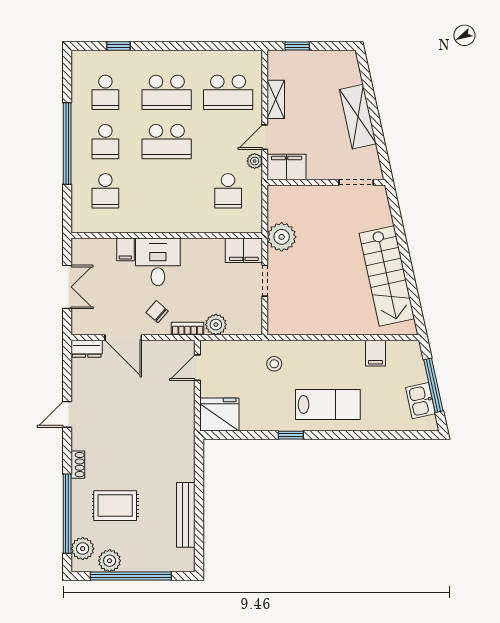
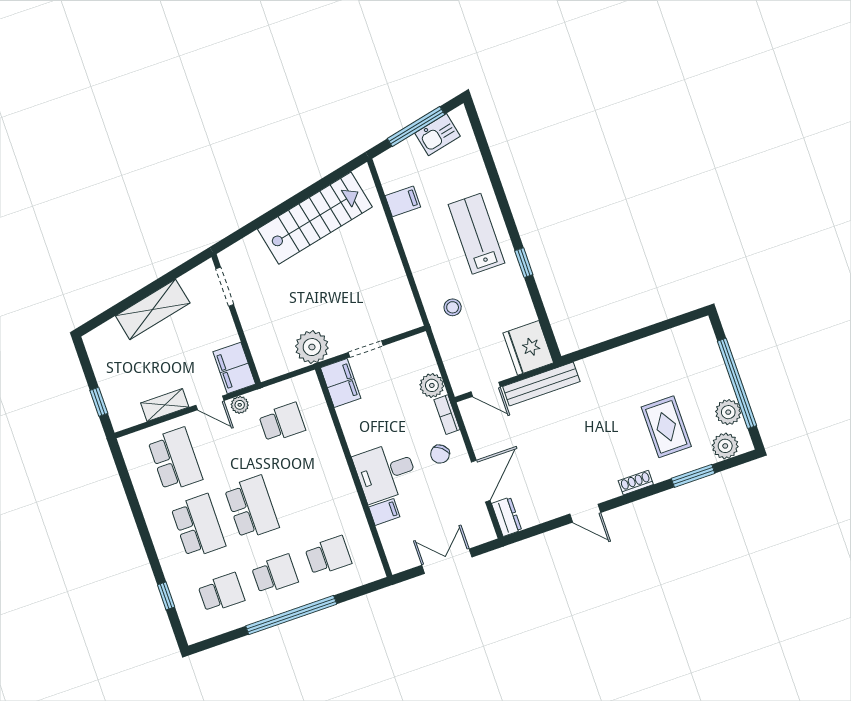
window: (67, 514) -> (693, 476), width x0.47
bench: (186, 515) -> (541, 384), moved

